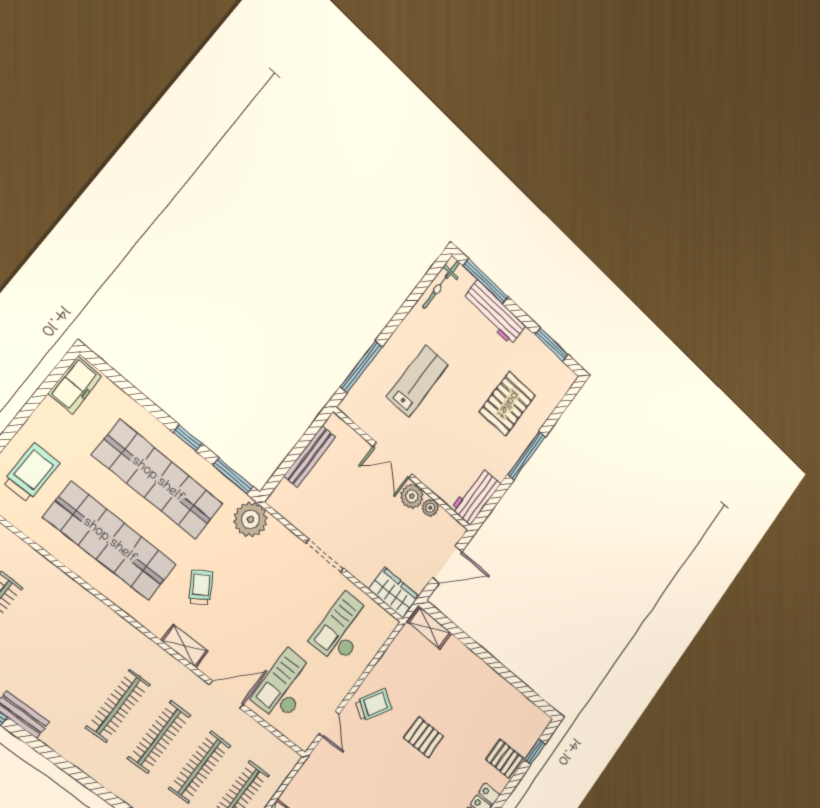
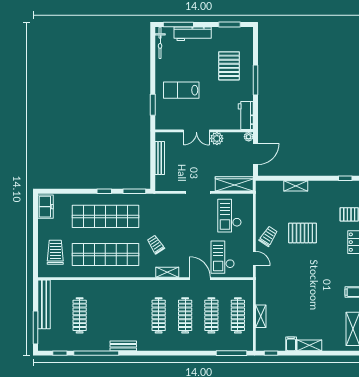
window: (361, 367) -> (153, 105), width x0.69
lab bench: (417, 381) -> (181, 90), turned -90
plant: (430, 508) -> (249, 137), moved
plant: (250, 519) -> (155, 202), removed
wardrobe: (394, 593) -> (234, 184), width x1.50
shelving: (430, 628) -> (296, 186), moved
door: (226, 694) -> (200, 279), hinge flipped
window: (538, 700) -> (345, 178), added
pallet: (424, 737) -> (302, 233), width x1.50, depth x1.42

